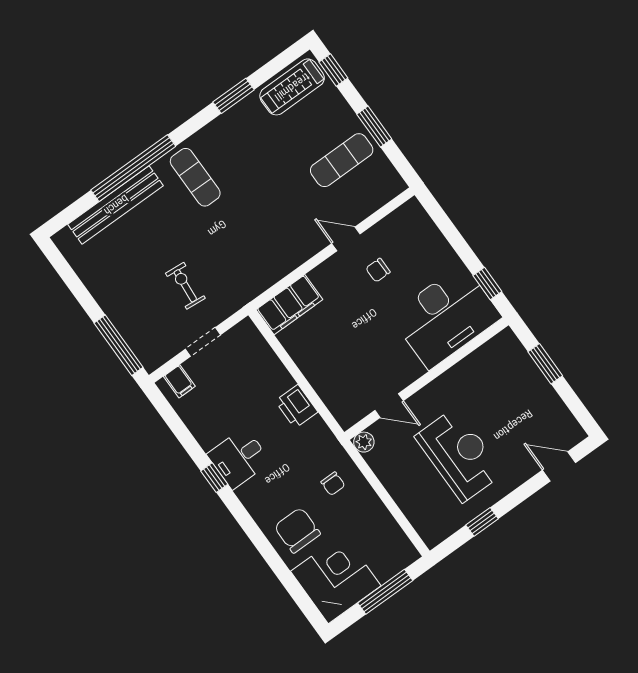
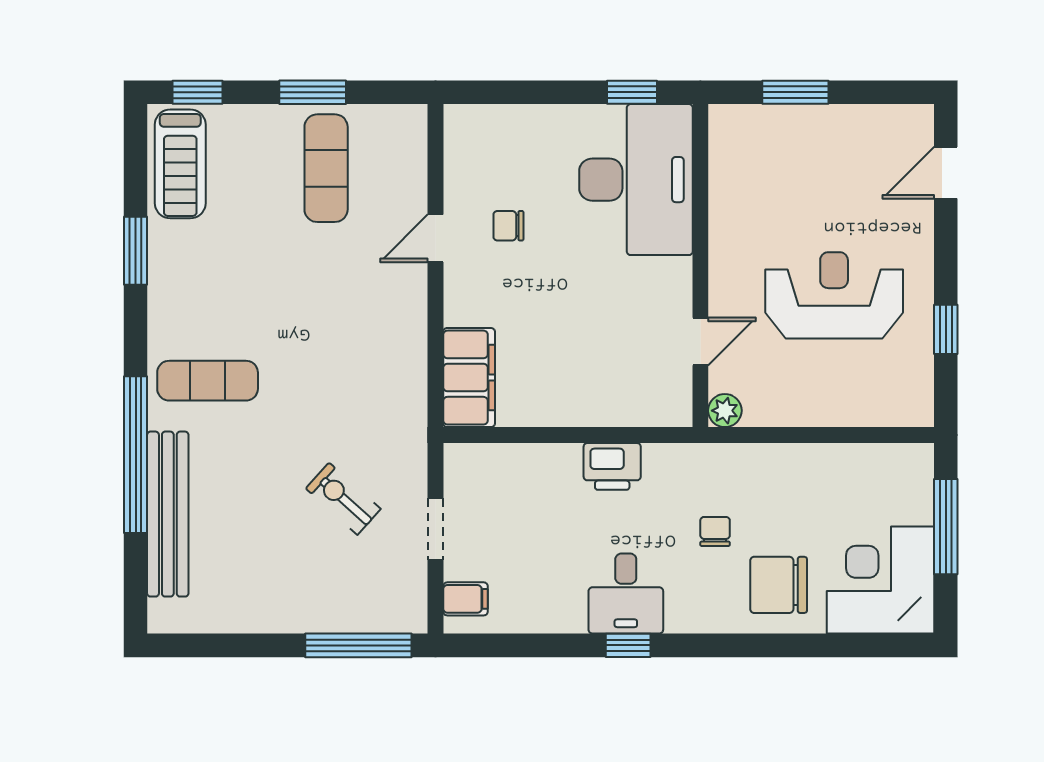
chair: (378, 270) -> (508, 226), turned 90
exercise bike: (185, 286) -> (343, 499), turned 37
chair: (333, 484) -> (715, 531), moved, turned -90

